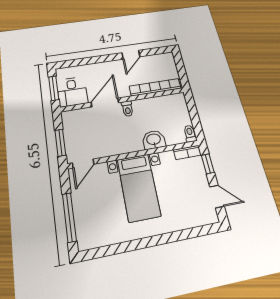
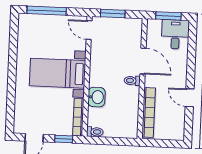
desk: (72, 92) -> (175, 34), moved, turned 90
bookcase: (187, 152) -> (78, 117), width x1.56

